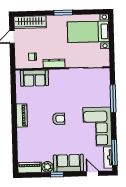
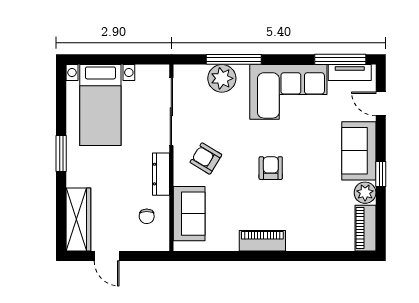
armchair: (63, 86) -> (206, 159), added
plant: (103, 93) -> (222, 78), added
door: (92, 174) -> (381, 104), hinge flipped

